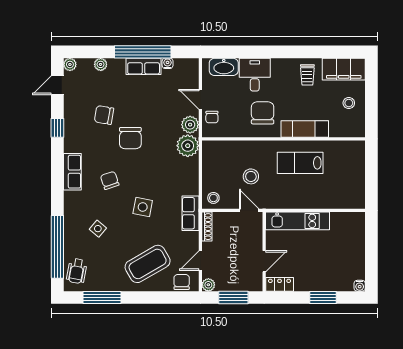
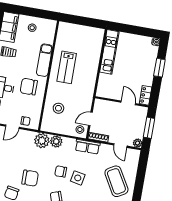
plant: (190, 125) -> (56, 141), moved
stool: (251, 176) -> (58, 108), moved
door: (249, 210) -> (90, 119), moved
kitchen unit: (298, 221) -> (109, 52), moved
chair: (182, 282) -> (61, 171), moved

